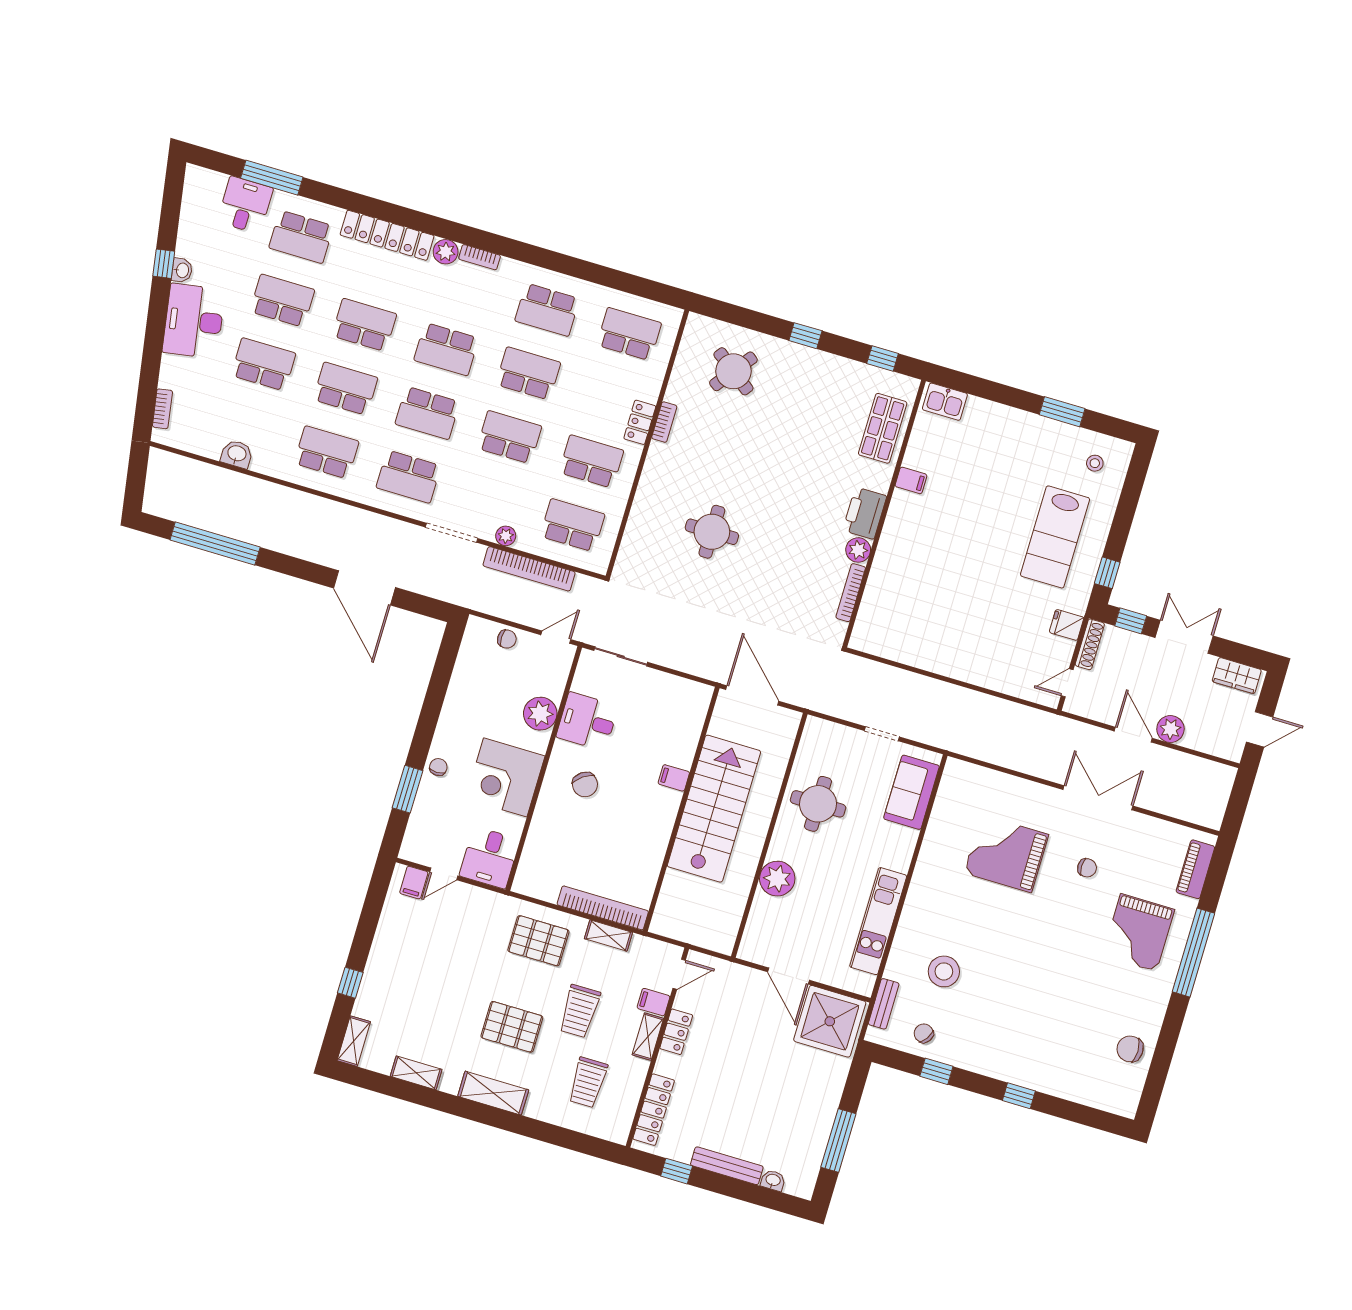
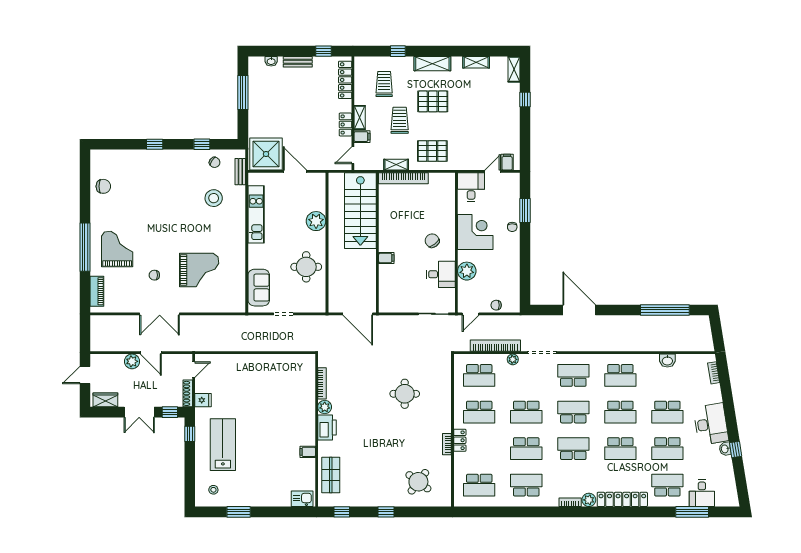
stairs: (714, 809) -> (360, 211), moved
window: (547, 1133) -> (398, 51), added
bench: (727, 1166) -> (298, 62), width x0.73

